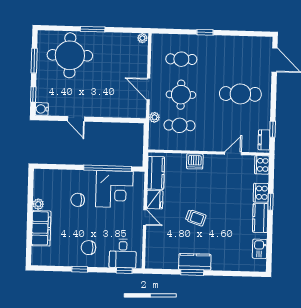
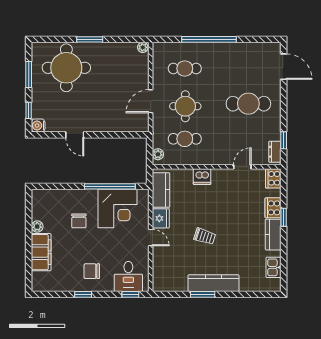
window: (205, 32) -> (209, 39), width x3.17
door: (148, 89) -> (151, 101), hinge flipped
plant: (154, 117) -> (158, 154), moved
chair: (78, 200) -> (79, 221), turned -90
kitchen counter: (195, 262) -> (214, 283), width x1.50

